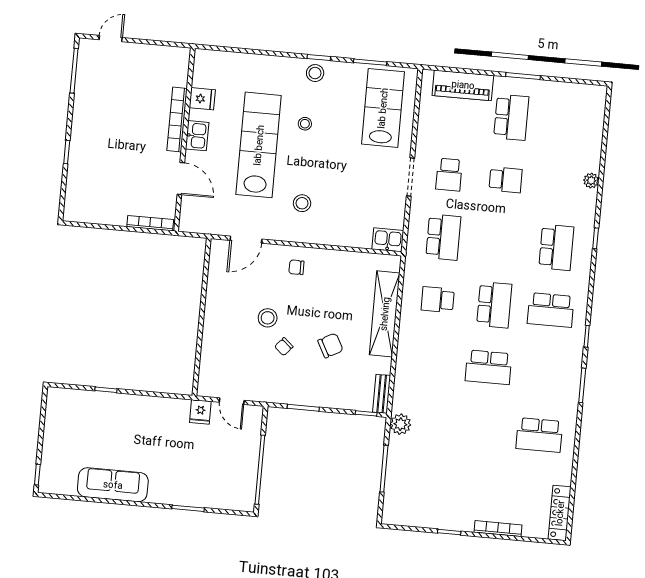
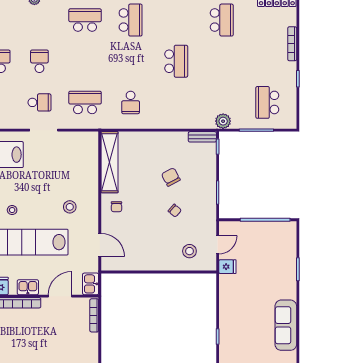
kitchen sink: (388, 240) -> (91, 284), moved
school desk: (494, 305) -> (267, 102), moved, turned -90
shelving: (385, 314) -> (110, 162), moved, turned 90
stool: (268, 318) -> (189, 251), moved

